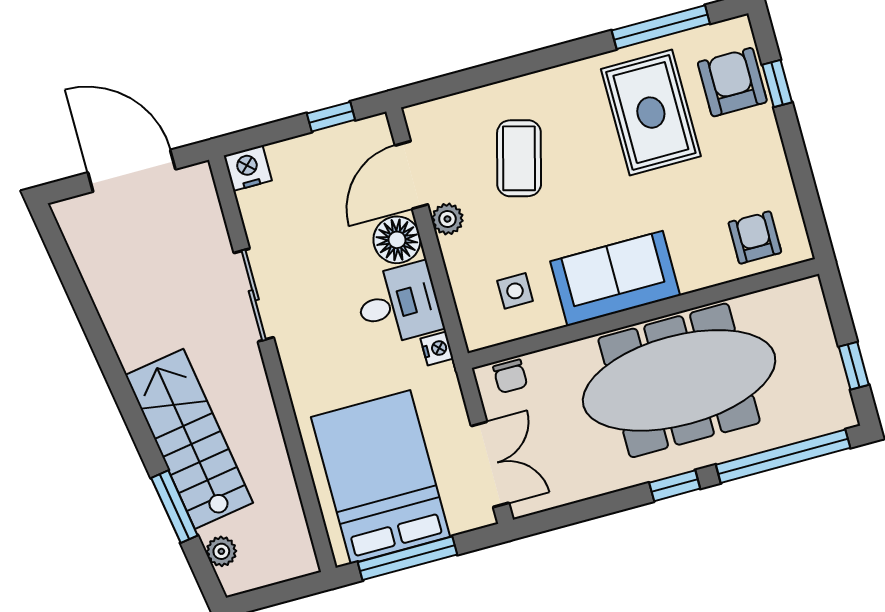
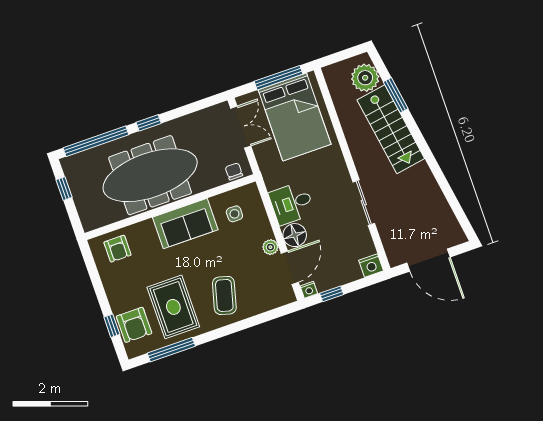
coffee table: (519, 158) -> (224, 295), moved
nightstand: (437, 349) -> (309, 290), moved, turned -90
double door: (490, 464) -> (241, 127), swing flipped
plant: (221, 551) -> (365, 78), width x1.88, depth x1.88

